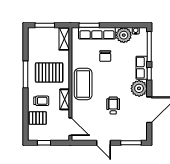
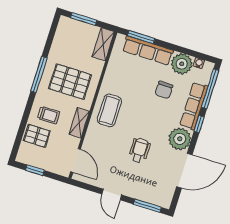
chair: (105, 56) -> (164, 90), moved
row of seats: (142, 68) -> (194, 106), width x1.48
coffee table: (83, 84) -> (109, 110), width x0.73, depth x0.76

